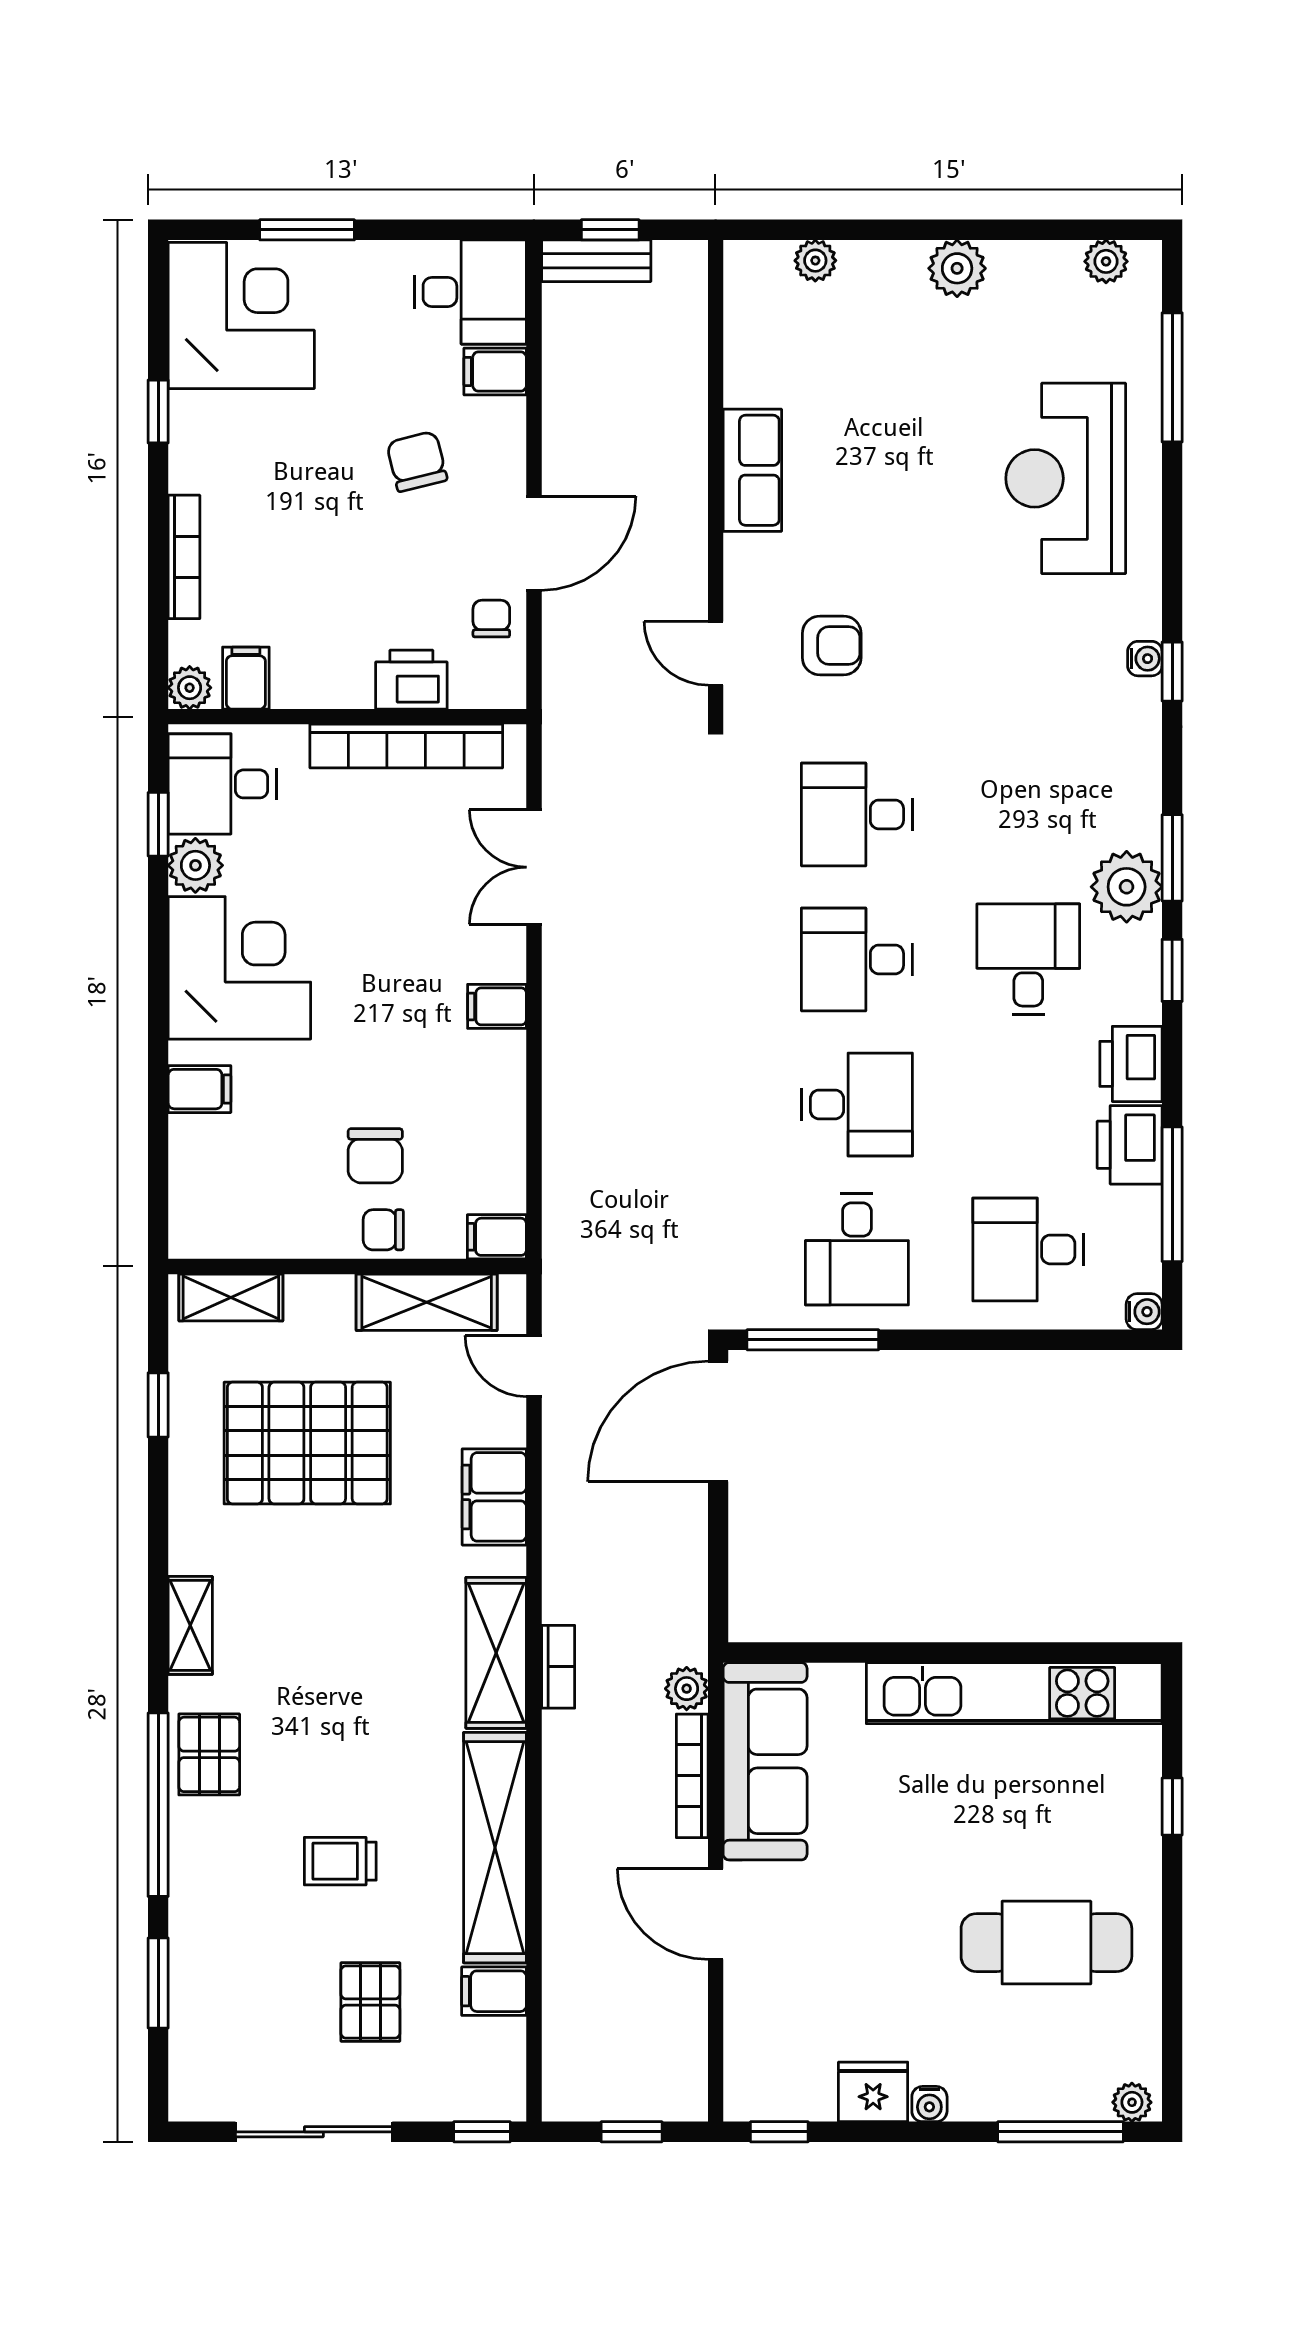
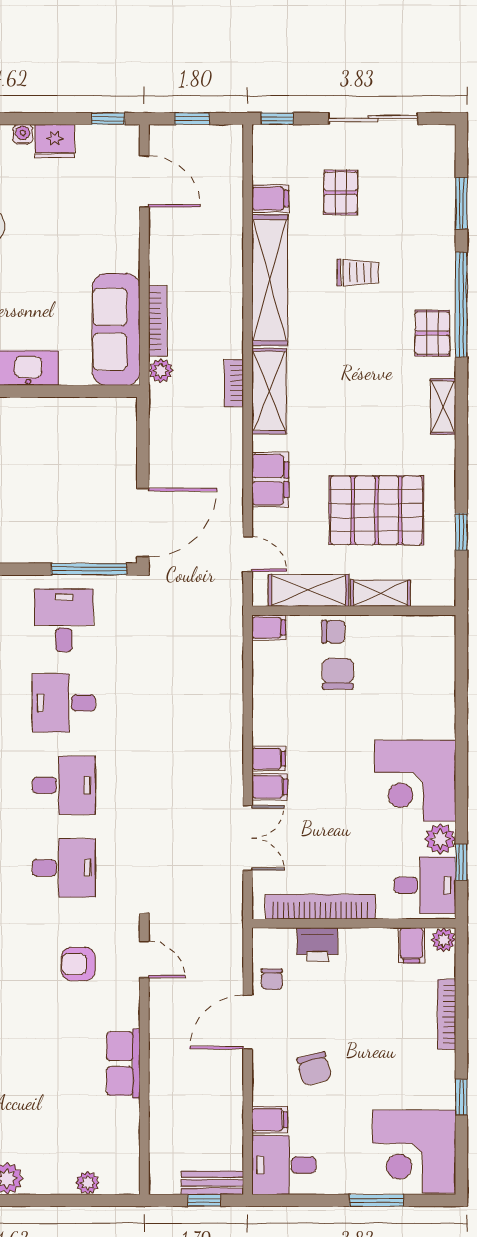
filing cabinet: (199, 1089) -> (270, 787), moved, turned 180
shelving: (231, 1298) -> (381, 593), moved
door: (716, 1914) -> (144, 181), moved

